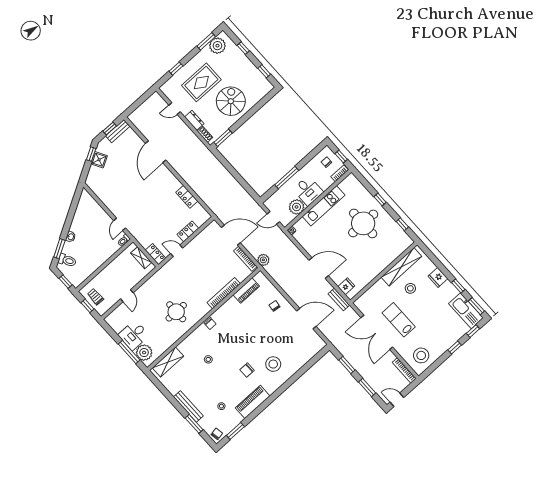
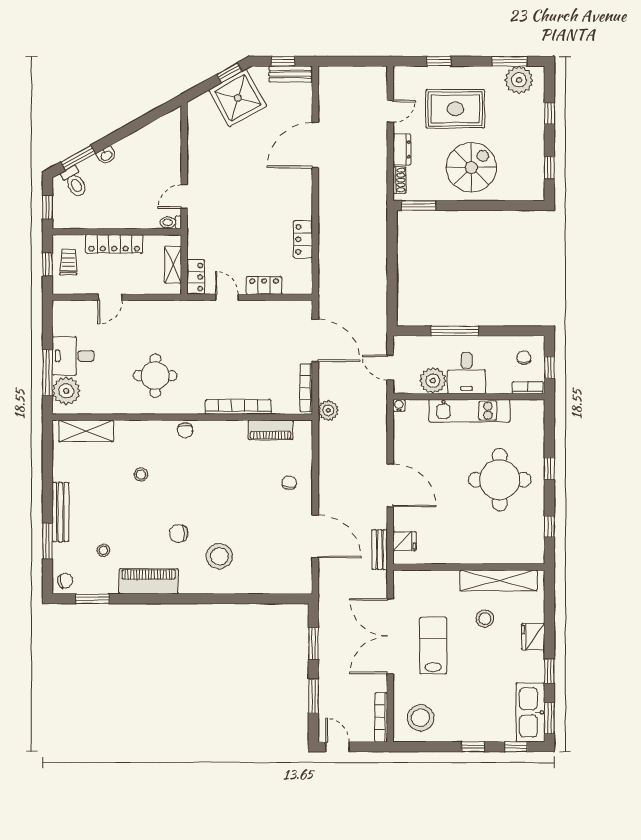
door: (175, 109) -> (390, 111), swing flipped
shower: (99, 160) -> (238, 98), width x1.86, depth x1.86
locker: (108, 271) -> (114, 244), added

